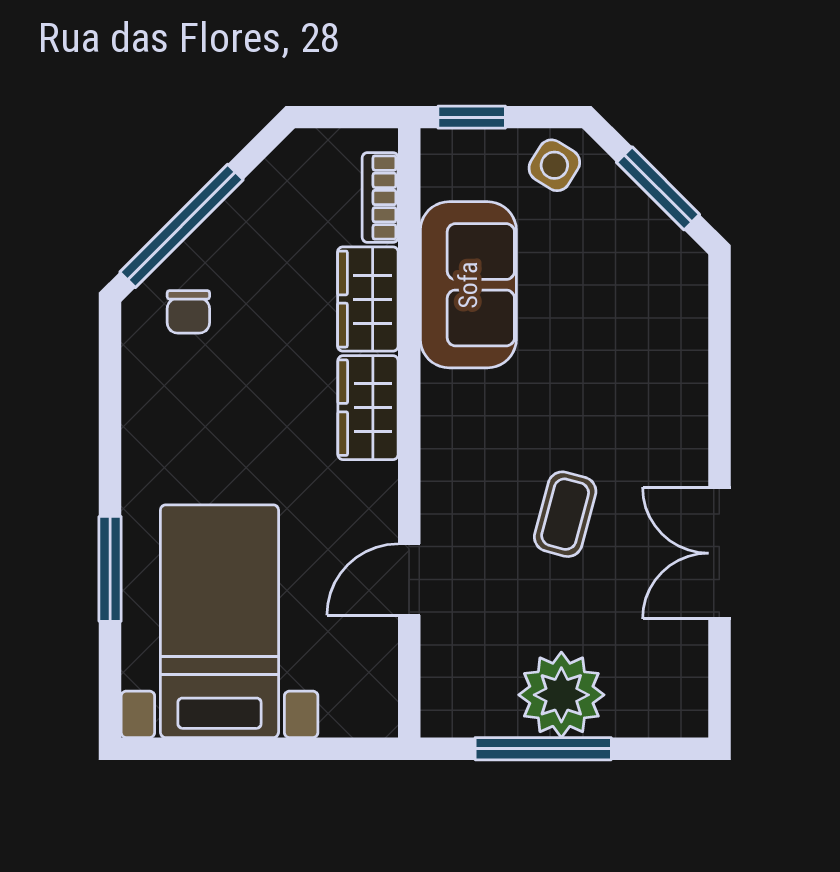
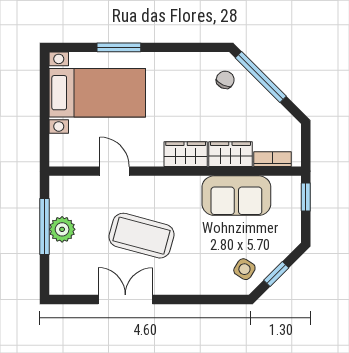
side table: (554, 165) -> (244, 269), moved
window: (658, 188) -> (276, 274), width x0.67
chair: (188, 312) -> (225, 80), turned 115
coffee table: (565, 514) -> (141, 236), width x1.86, depth x1.72
plant: (561, 695) -> (62, 229), width x0.73, depth x0.73

